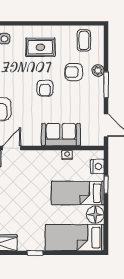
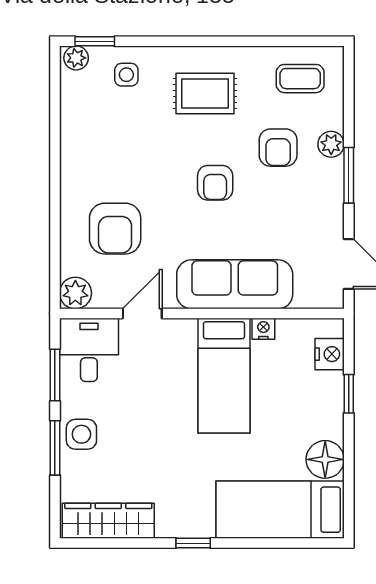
coffee table: (84, 40) -> (300, 79), turned 90
armchair: (74, 72) -> (278, 148), turned -90
sofa: (61, 135) -> (235, 284), width x1.36
bed: (78, 193) -> (224, 376), moved, turned -90

